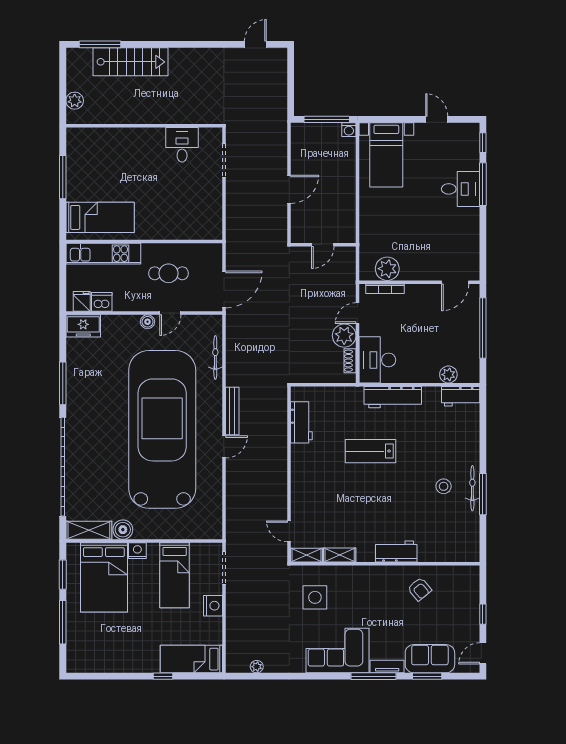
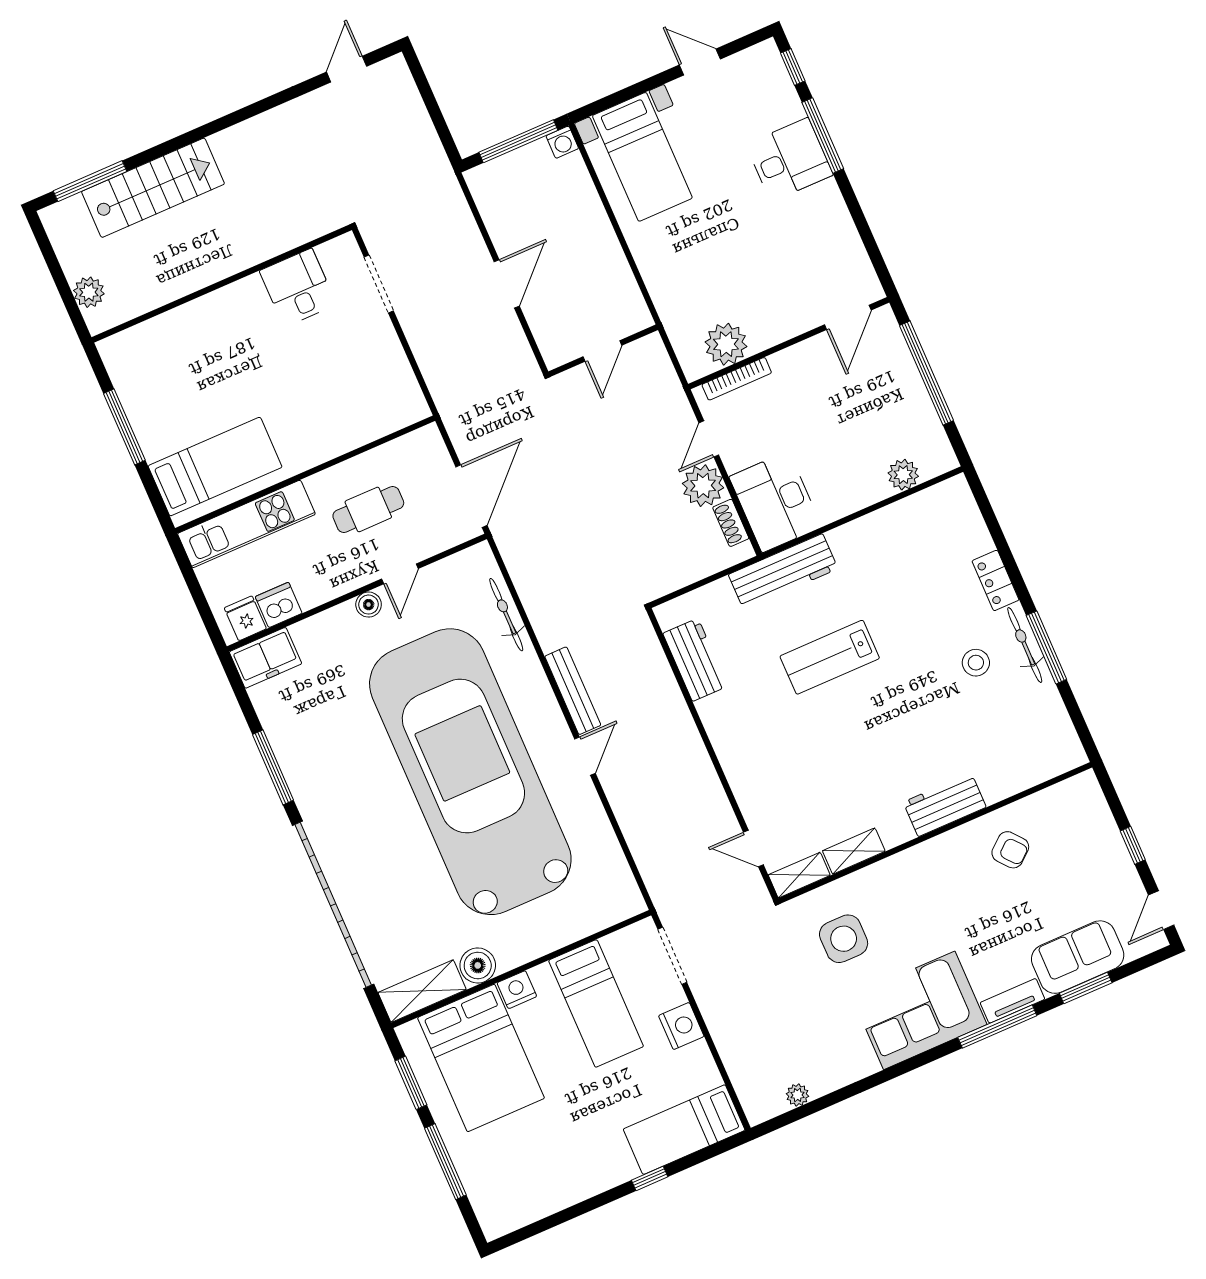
workbench: (461, 396) -> (939, 502), removed
workbench: (393, 397) -> (783, 572), moved
locker: (472, 449) -> (996, 580), added

